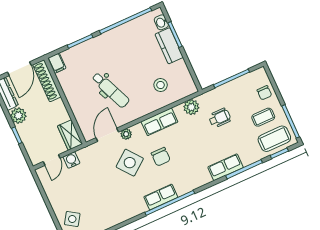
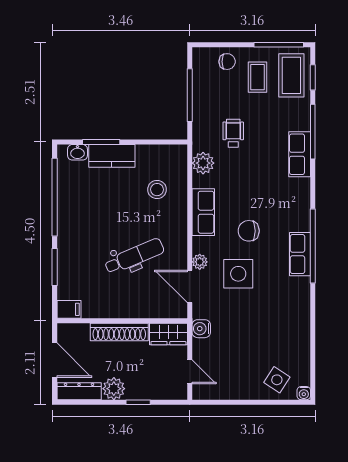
shoe rack: (47, 81) -> (119, 332), moved
chair: (161, 157) -> (249, 231), turned 180
water cooler: (71, 160) -> (201, 329), moved
side table: (130, 163) -> (238, 274), turned 38

